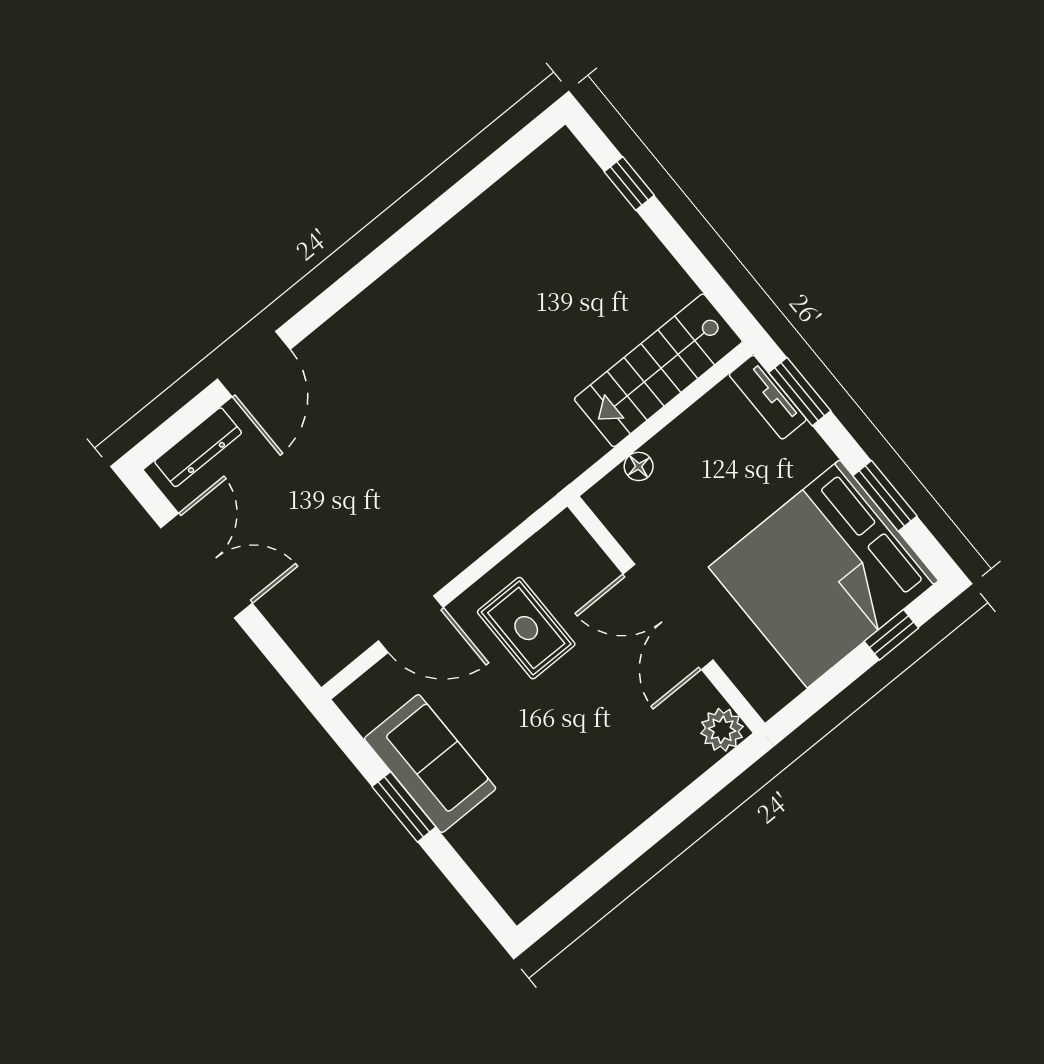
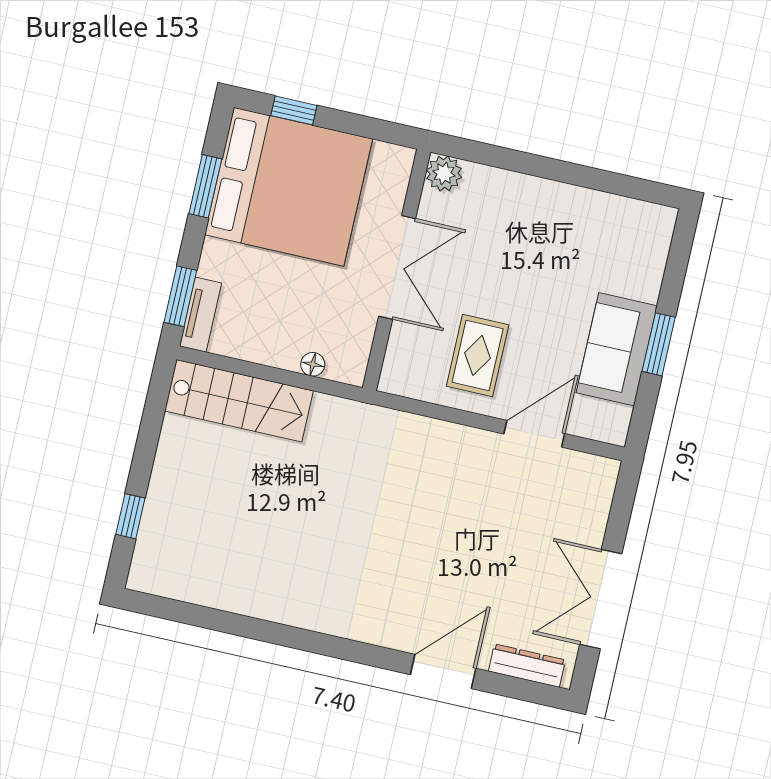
door: (411, 624) -> (534, 434), hinge flipped

